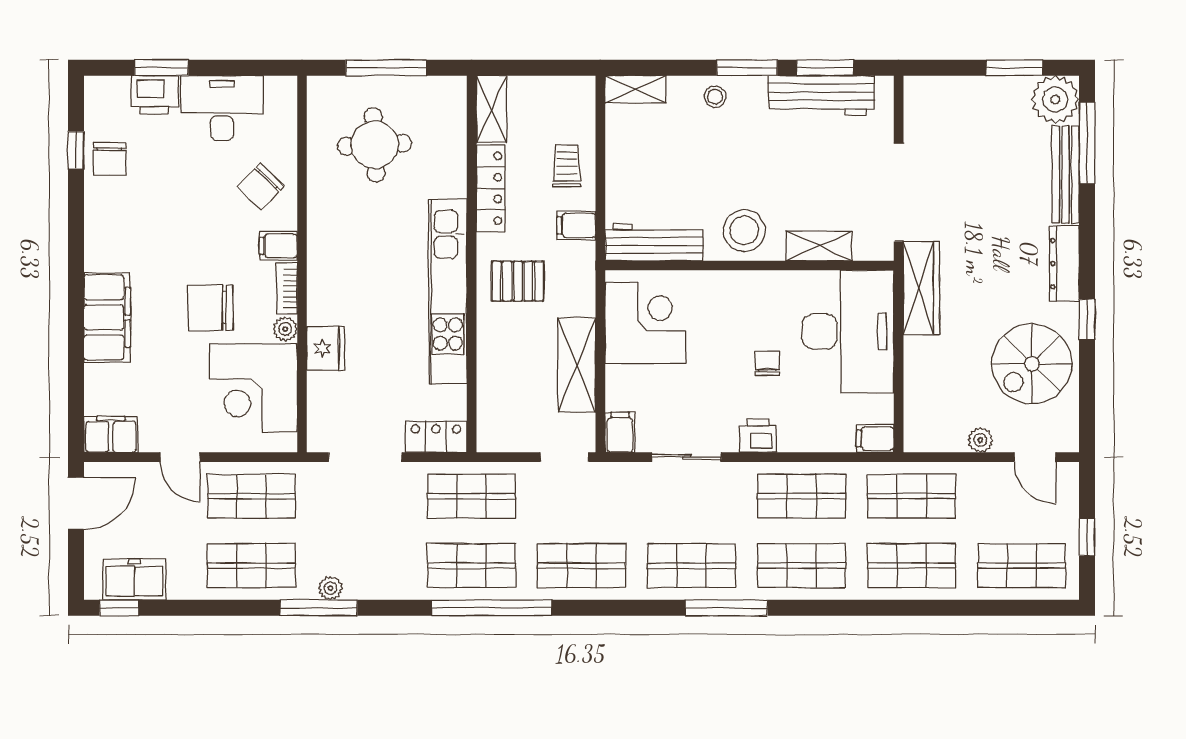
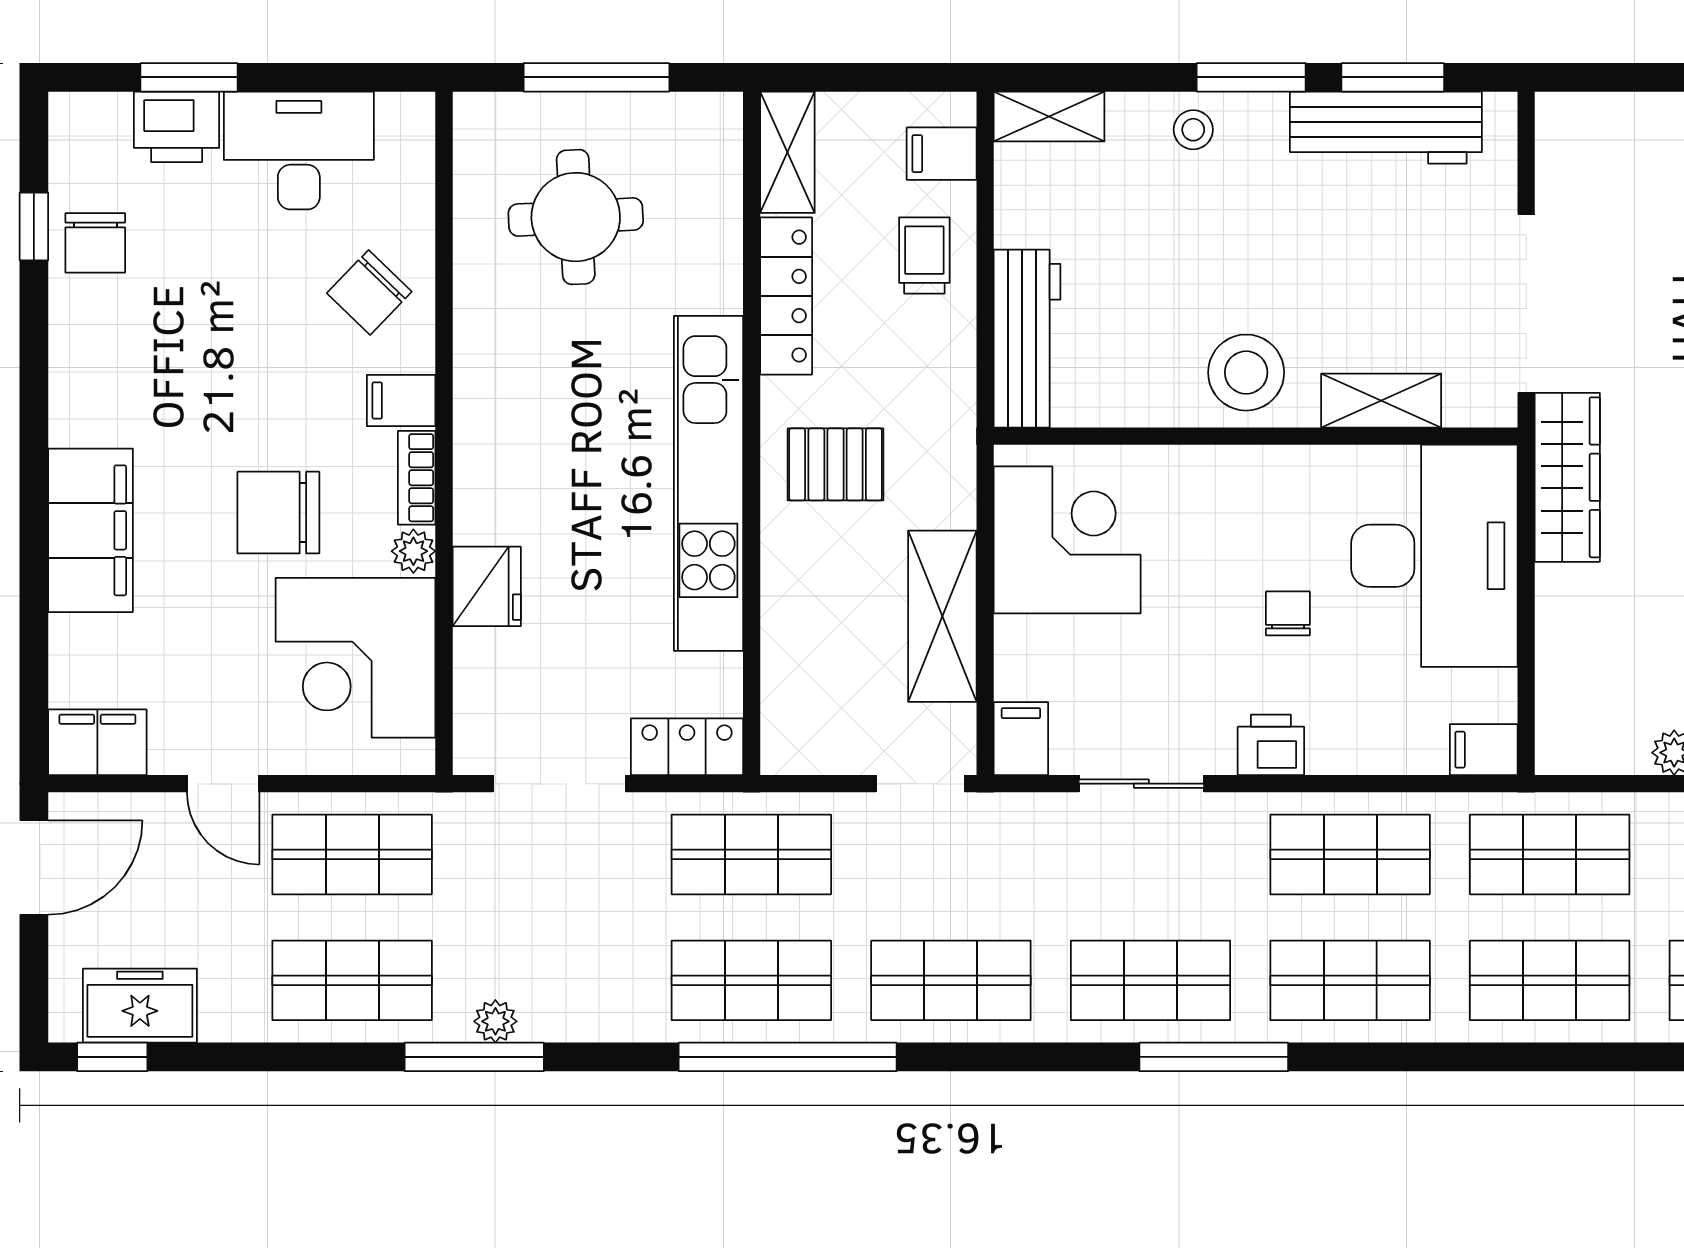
filing cabinet: (576, 225) -> (942, 154), moved
workbench: (654, 242) -> (1027, 339), moved, turned 90

